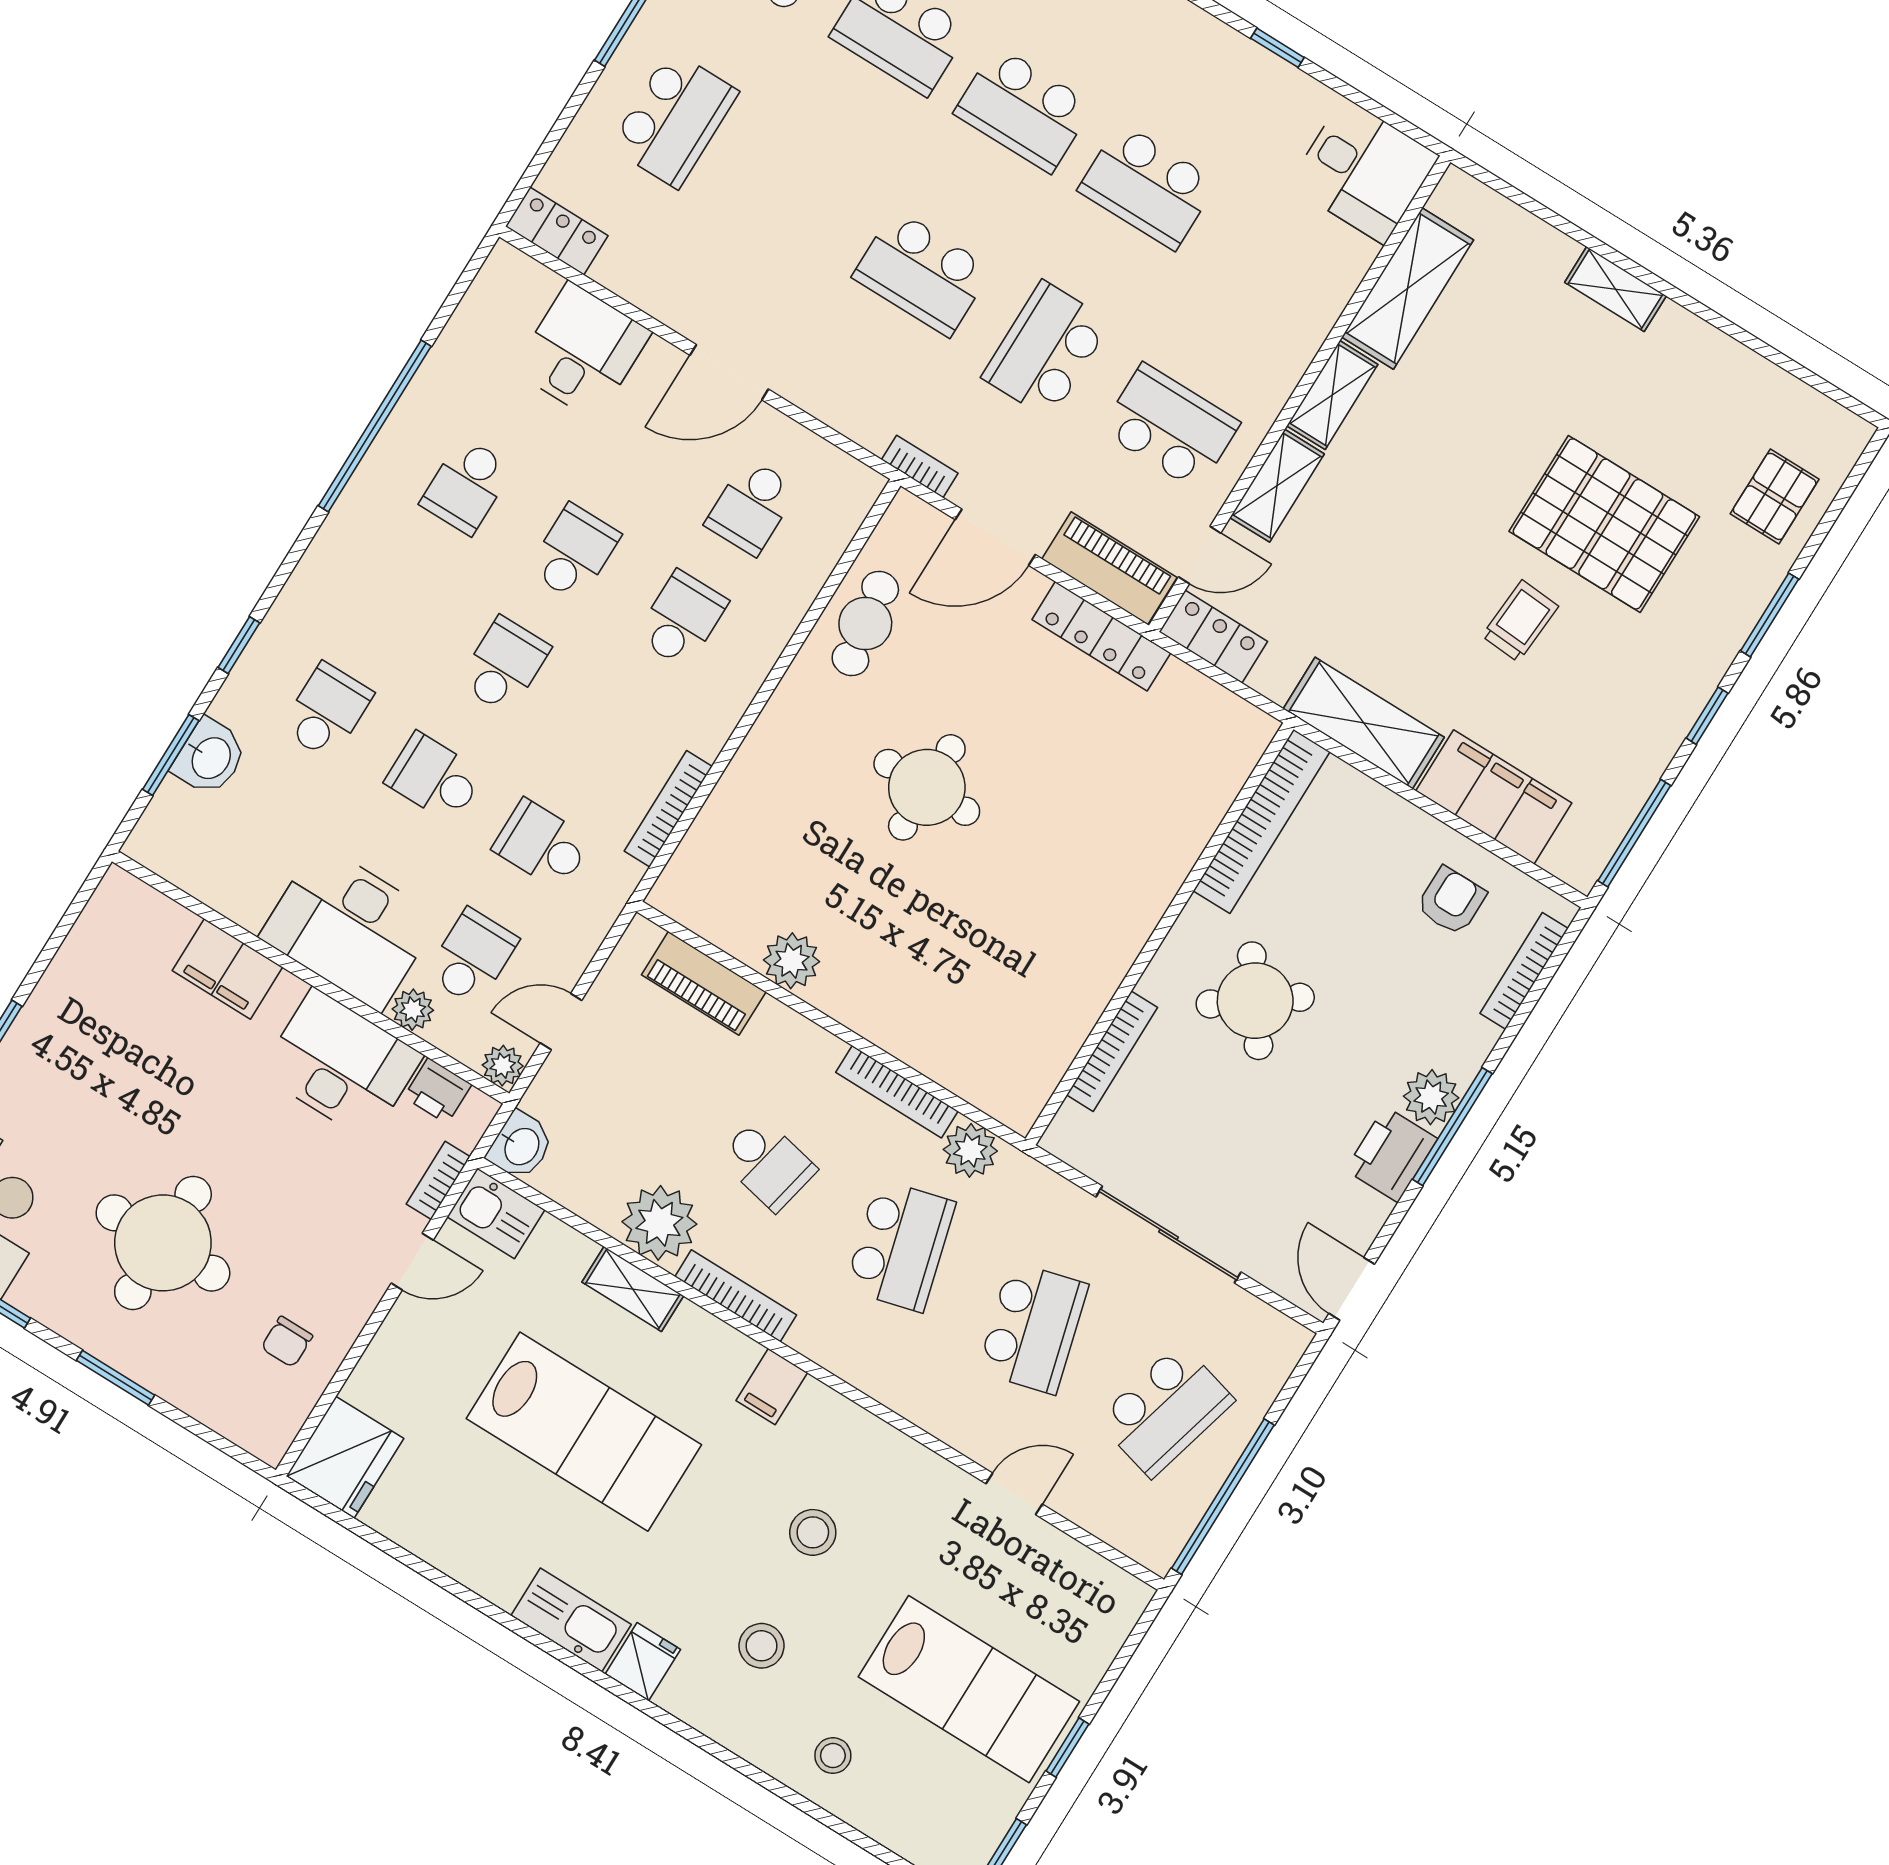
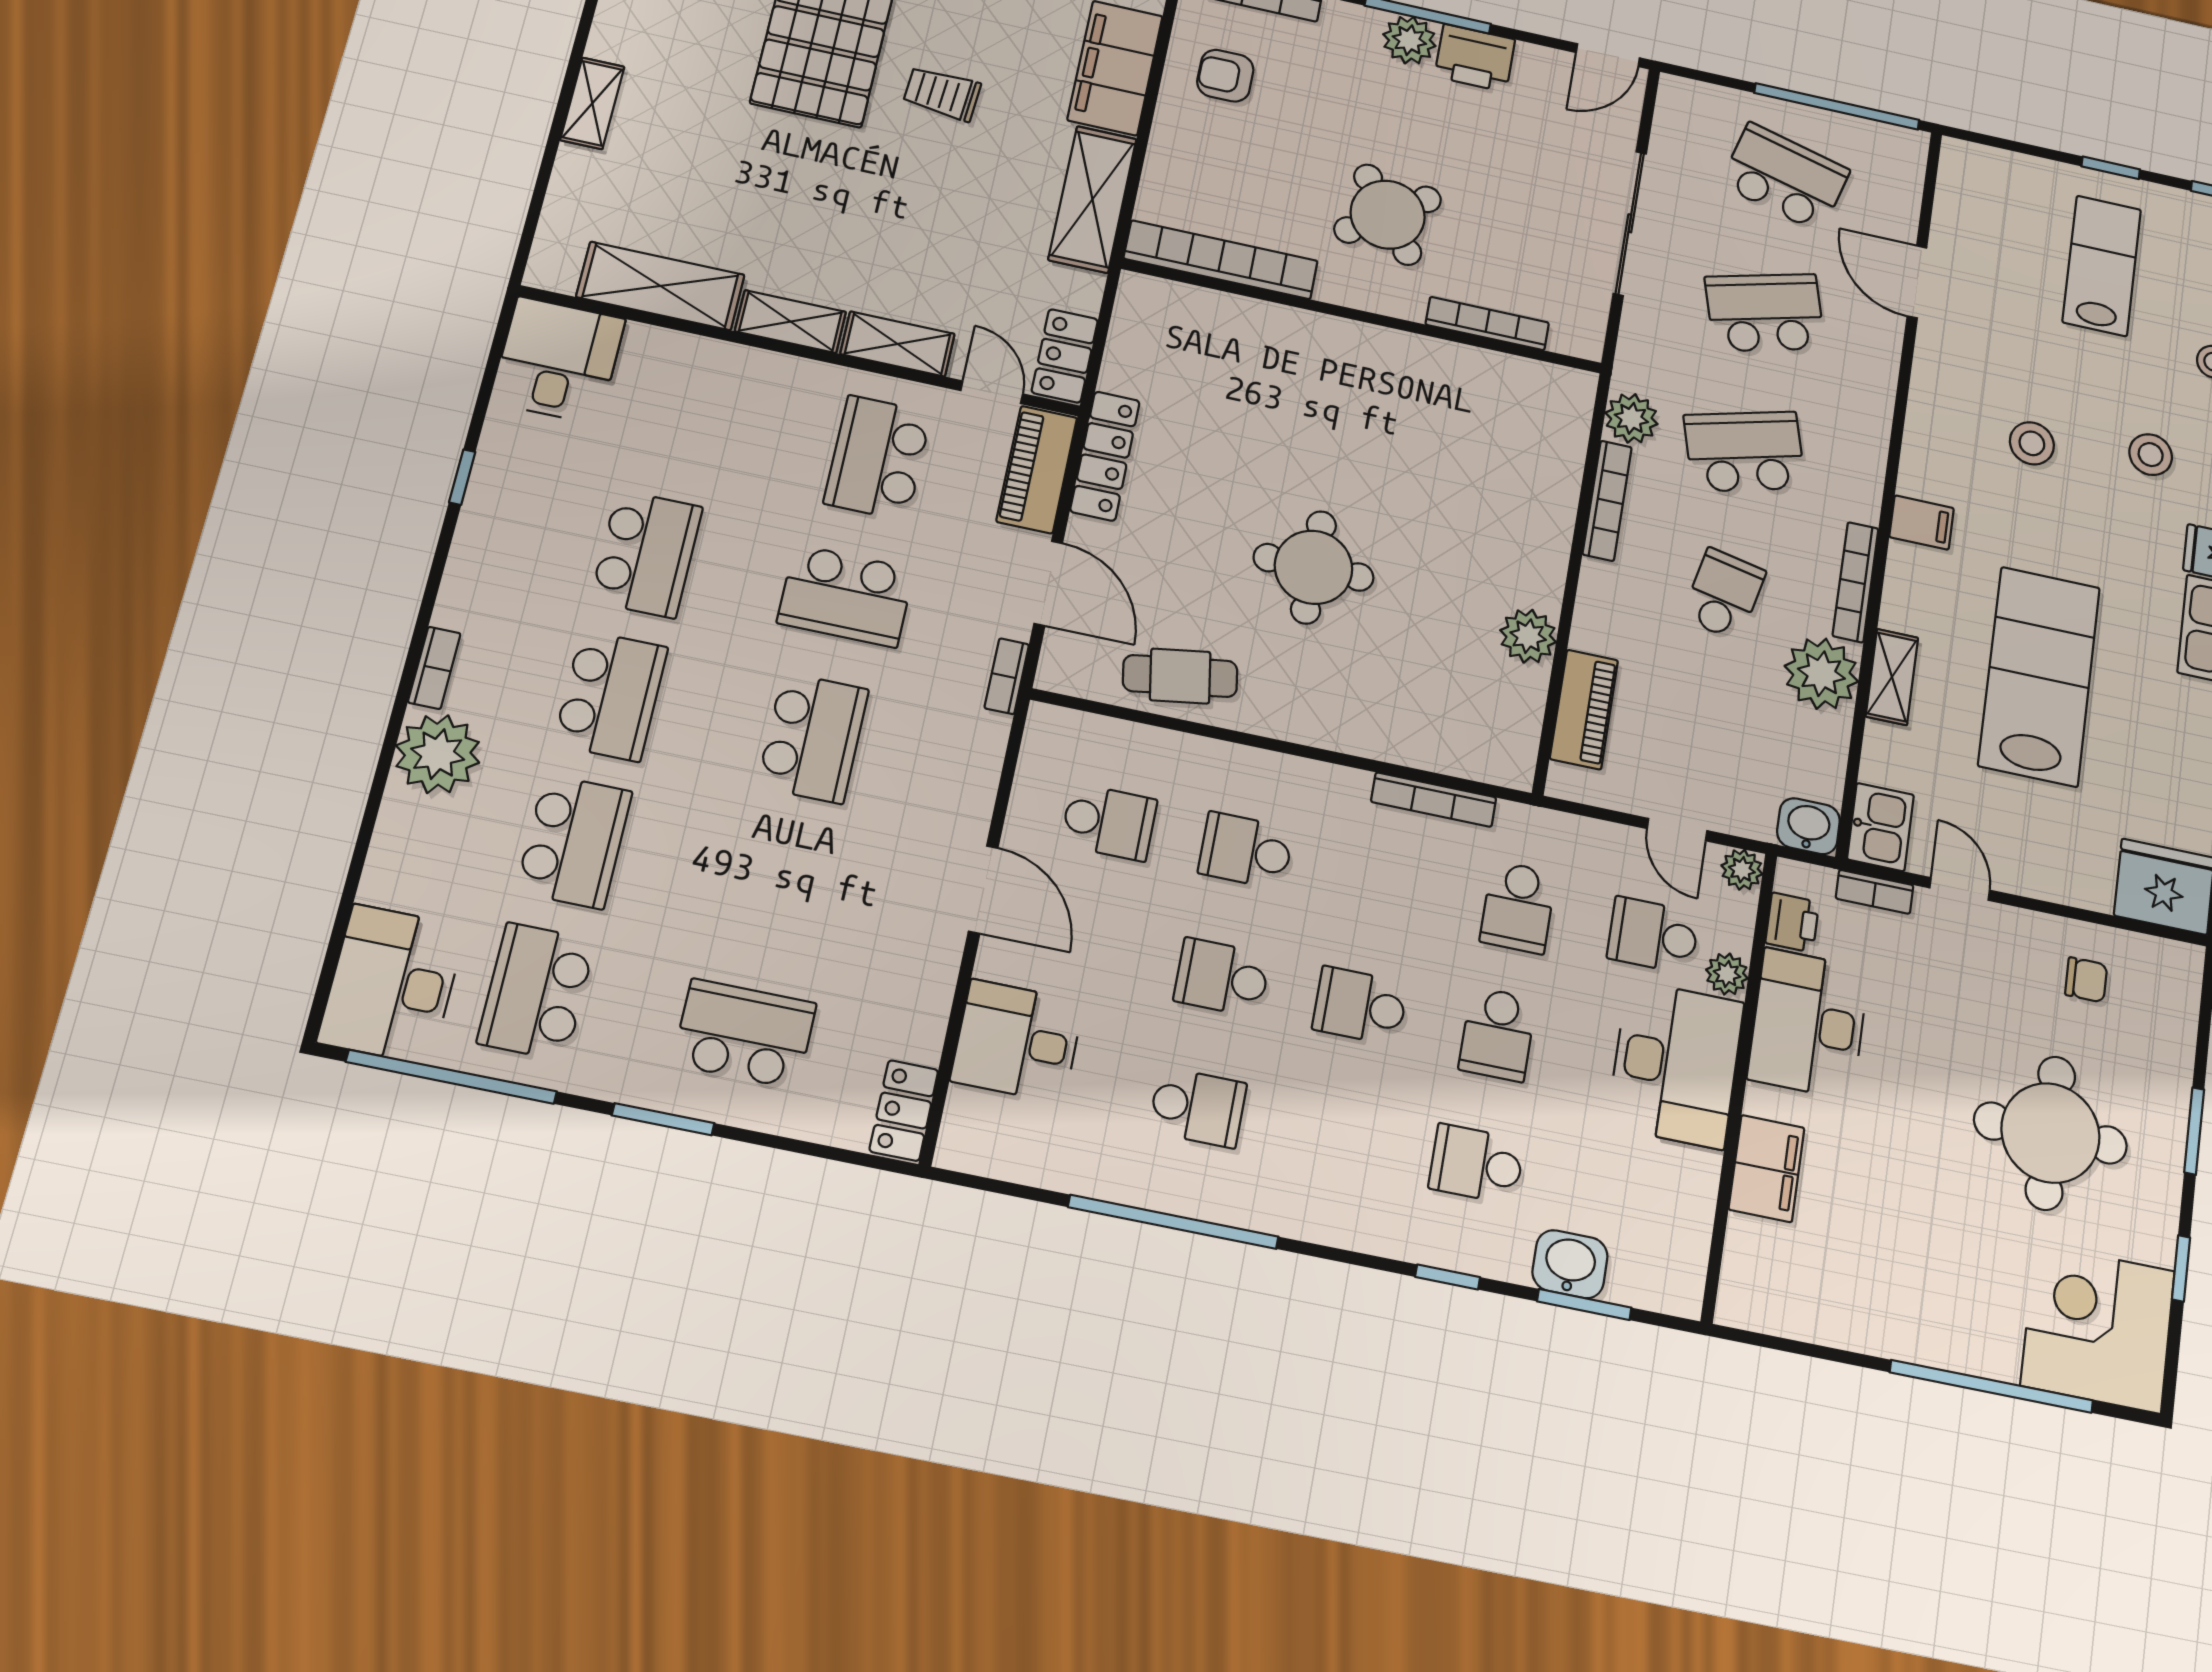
door: (1014, 1494) -> (1917, 282), width x1.38
lab bench: (969, 1689) -> (2102, 266), width x0.73, depth x0.72

